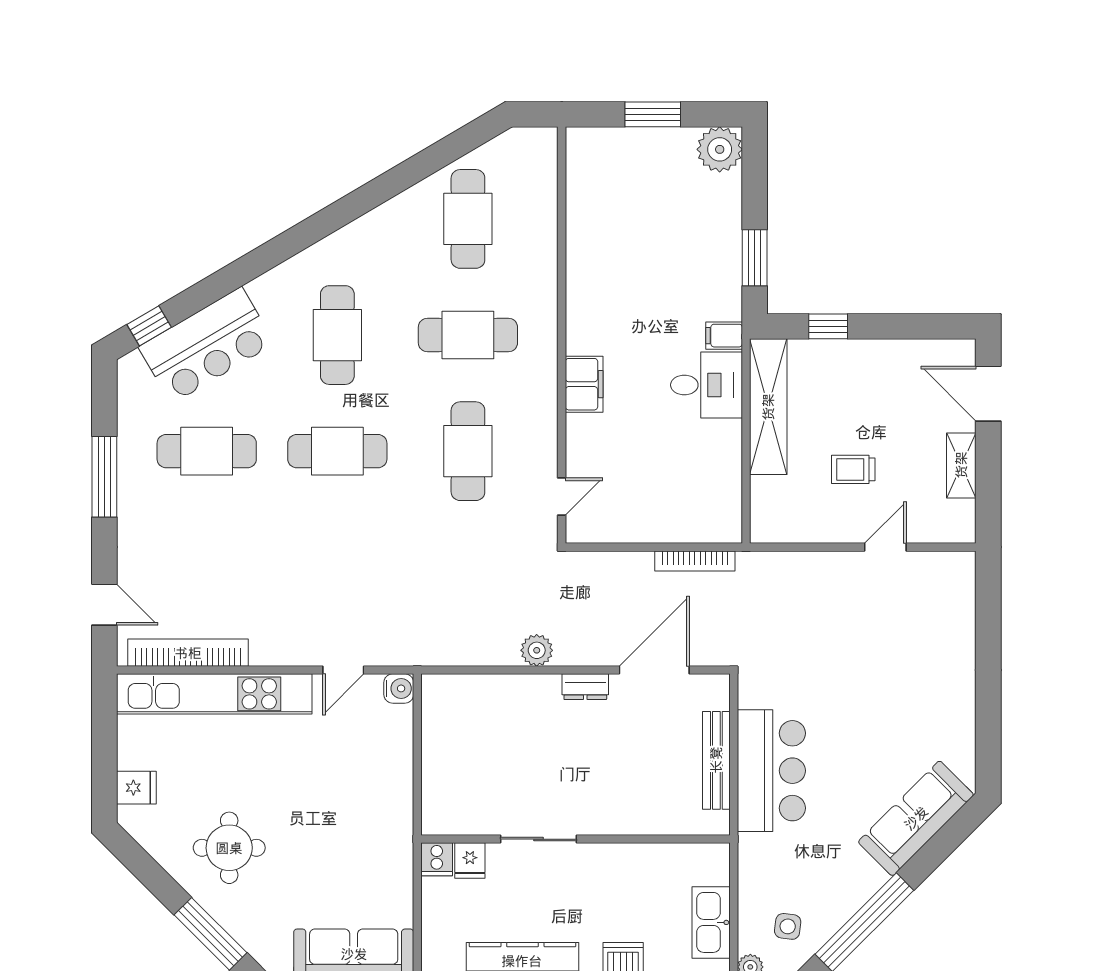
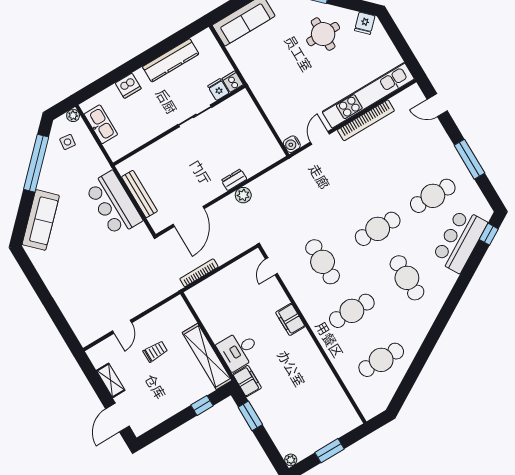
plant: (720, 149) -> (291, 460), width x0.53, depth x0.53
cafe table: (468, 219) -> (381, 360), turned 90
filing cabinet: (724, 336) -> (247, 381), width x2.00
door: (988, 394) -> (117, 417), swing flipped
bookcase: (188, 653) -> (366, 120), moved
dresser: (585, 687) -> (234, 180), moved
fridge: (136, 788) -> (365, 23), moved, turned -45

